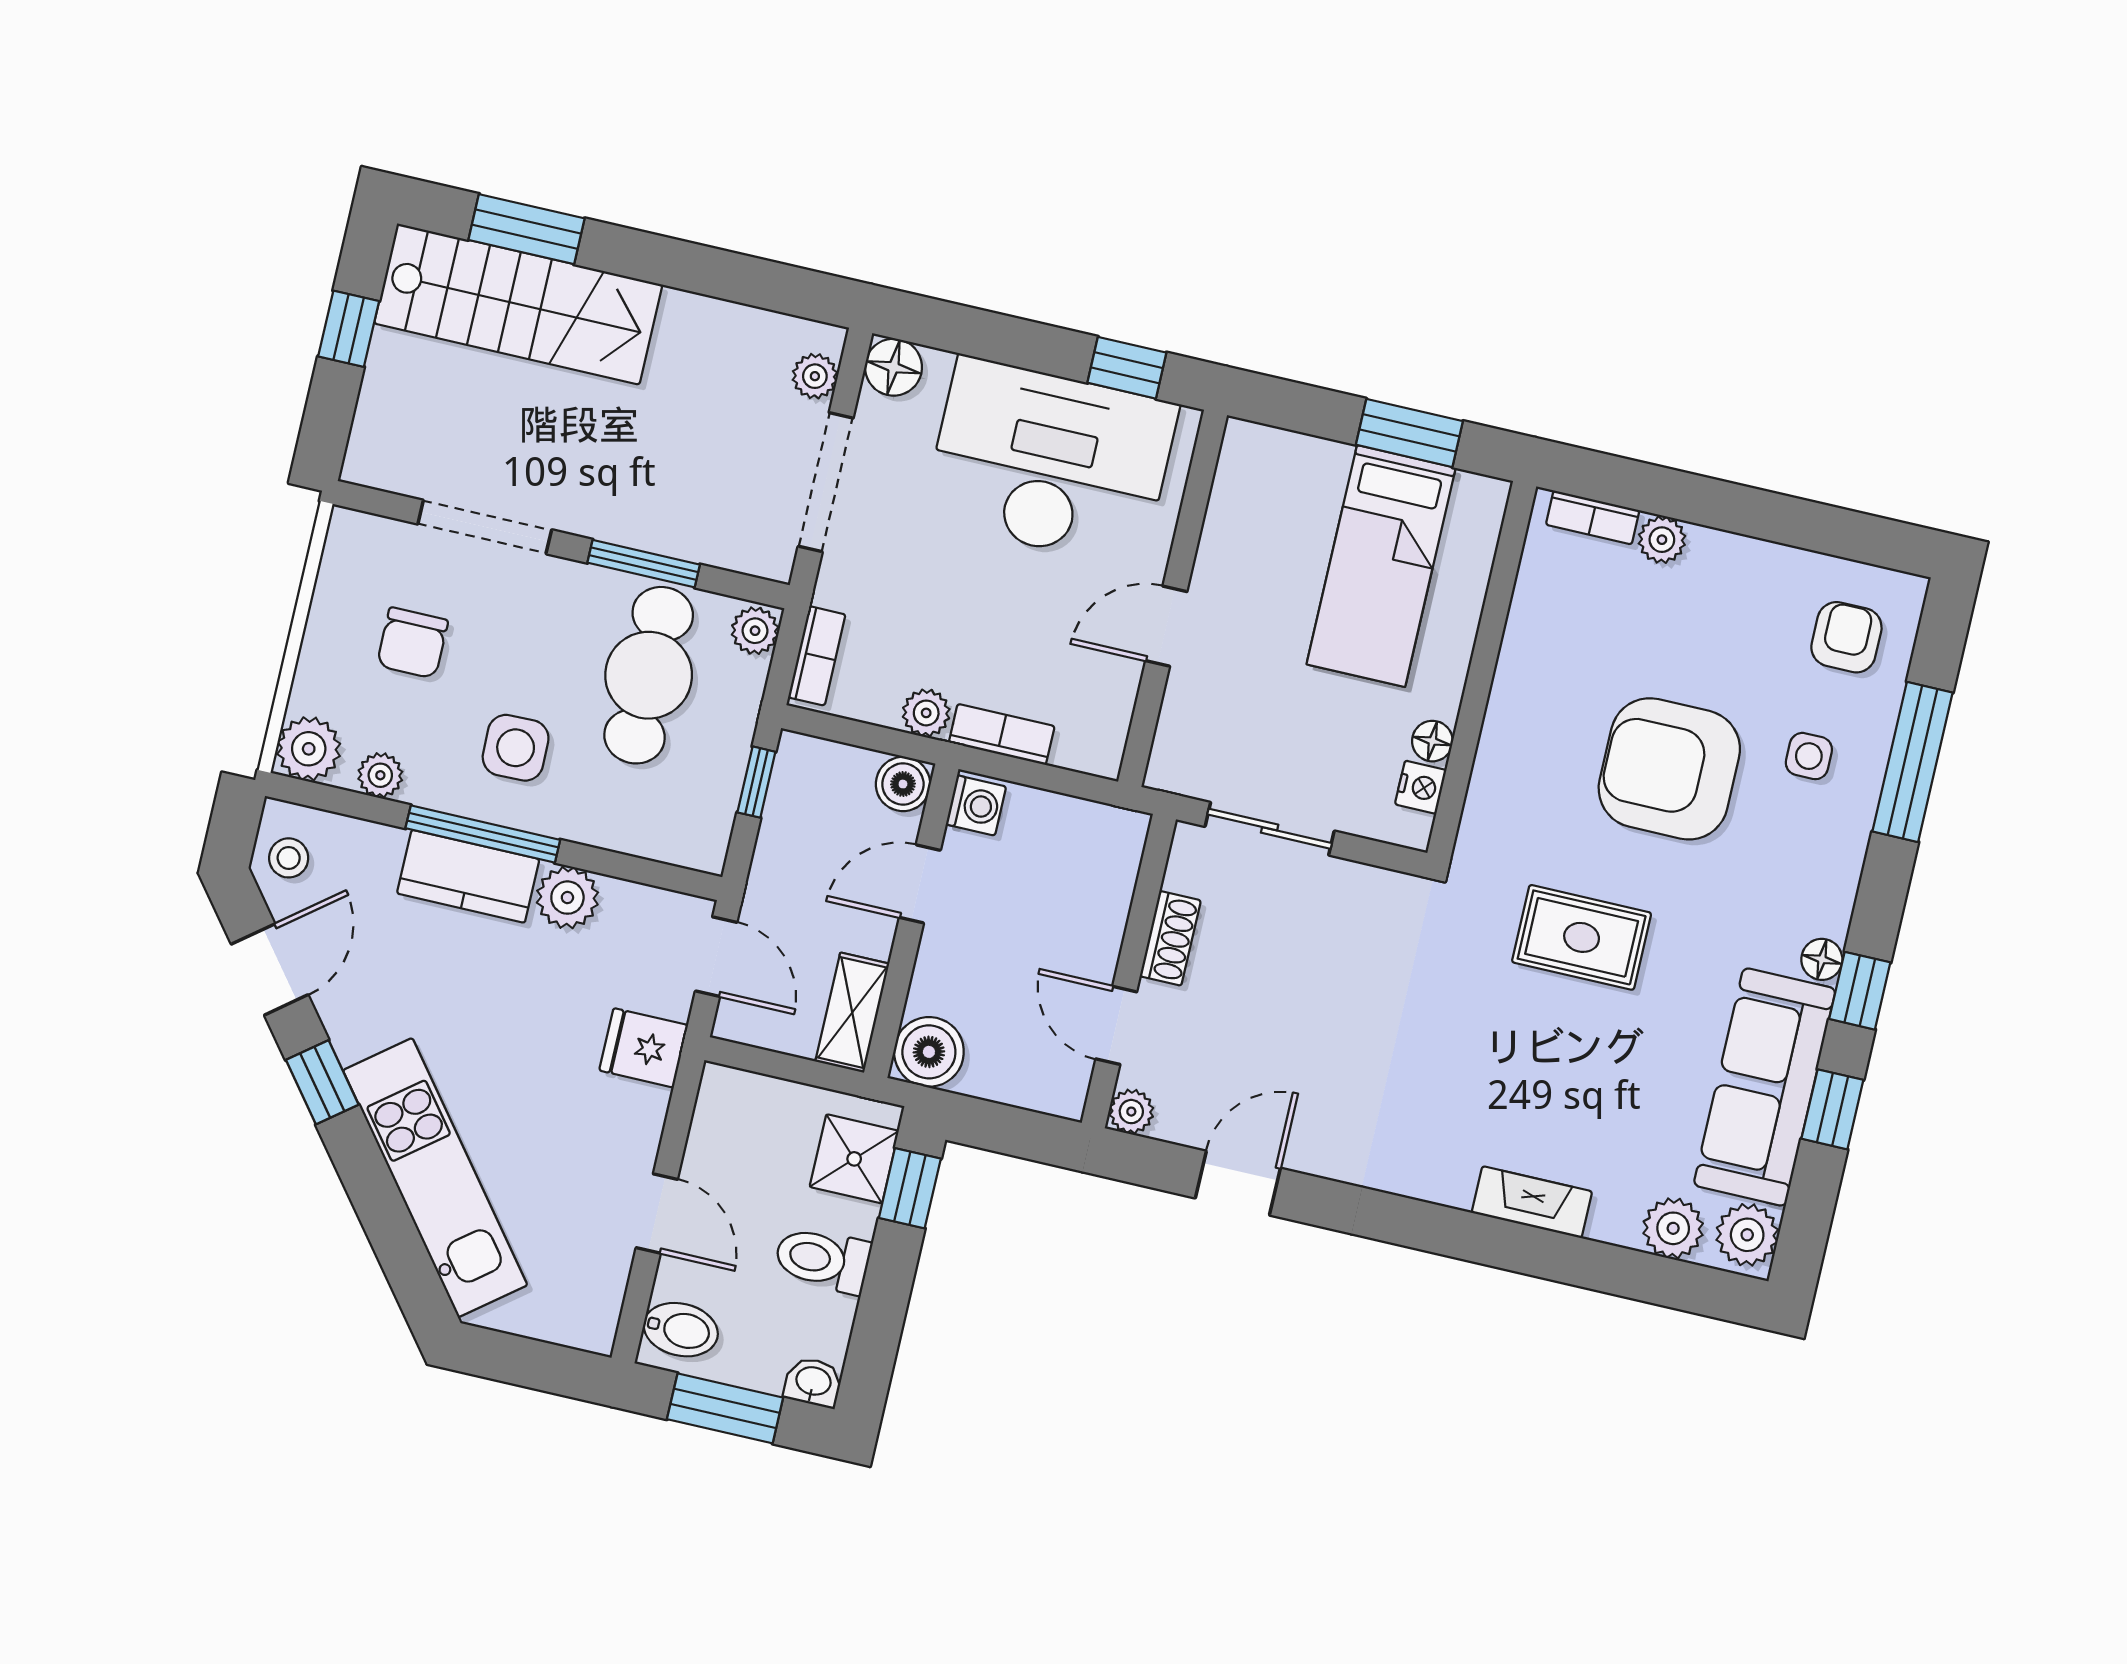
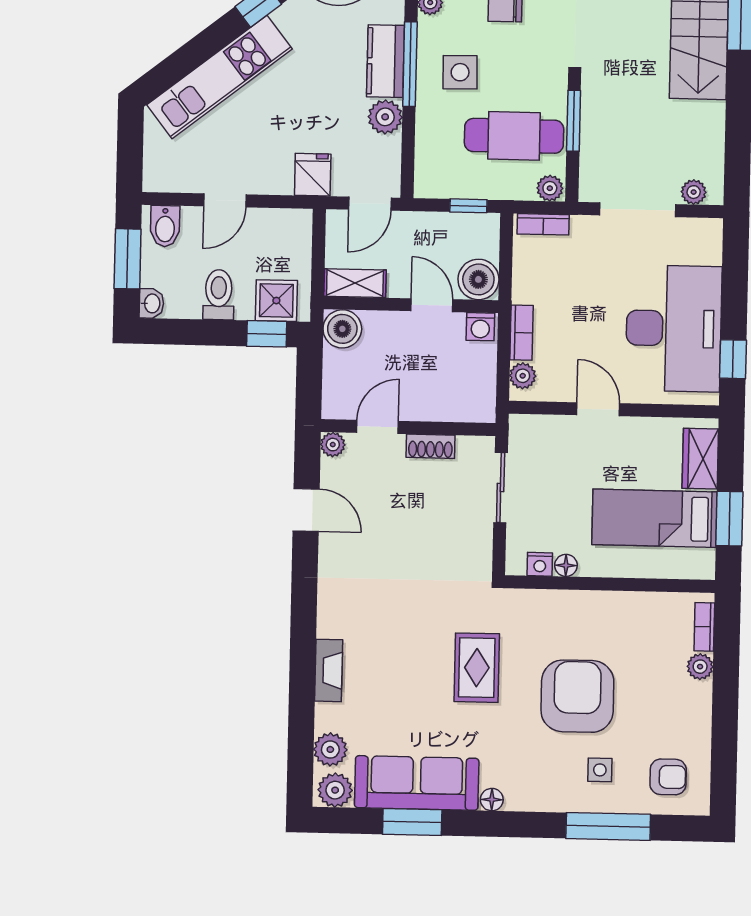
floor lamp: (894, 367) -> (707, 233), removed
wardrobe: (1292, 463) -> (700, 459), added
plant: (926, 713) -> (523, 376), moved
boiler: (903, 784) -> (478, 279), width x1.36, depth x1.36
window: (1860, 991) -> (479, 824), removed
window: (1832, 1109) -> (412, 822), width x1.50

